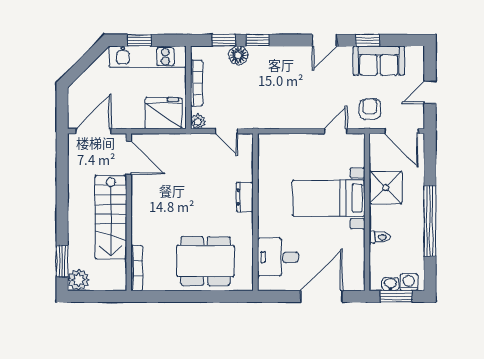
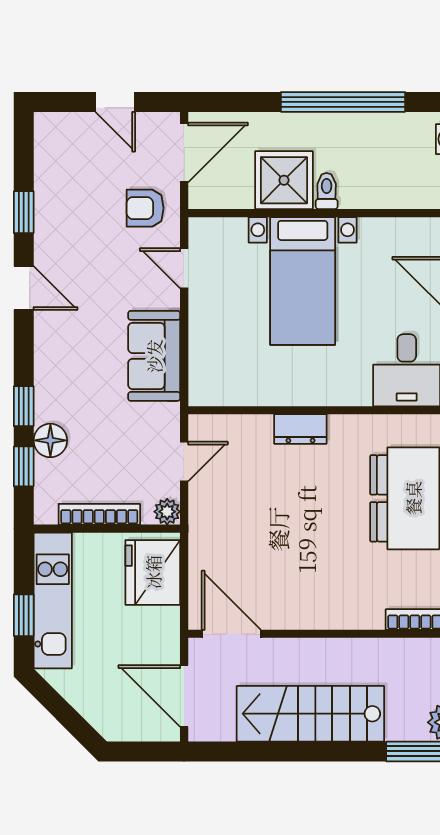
sofa: (379, 61) -> (154, 356), moved, turned 180
door: (129, 158) -> (231, 634), hinge flipped
stairs: (111, 217) -> (310, 714), moved, turned 180
toilet: (379, 237) -> (327, 191), moved

